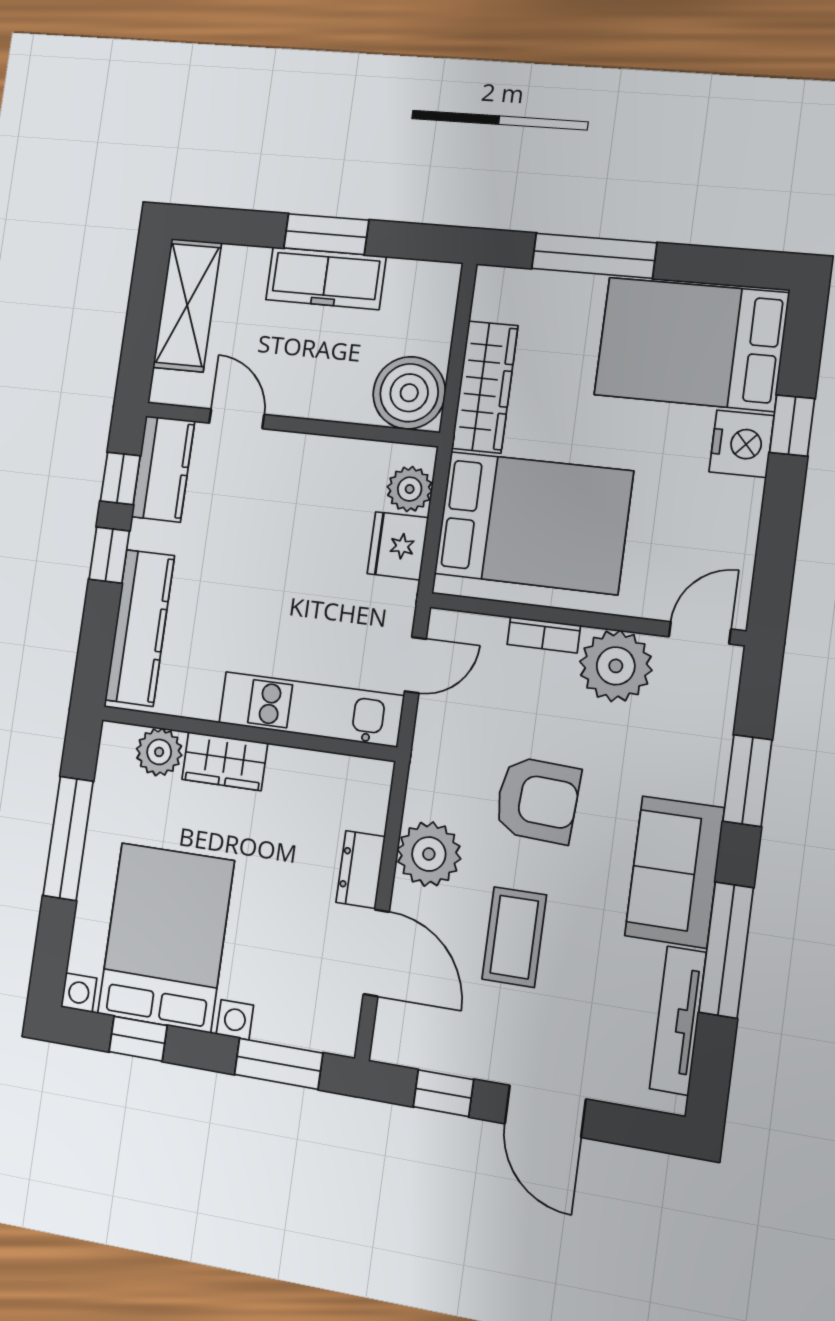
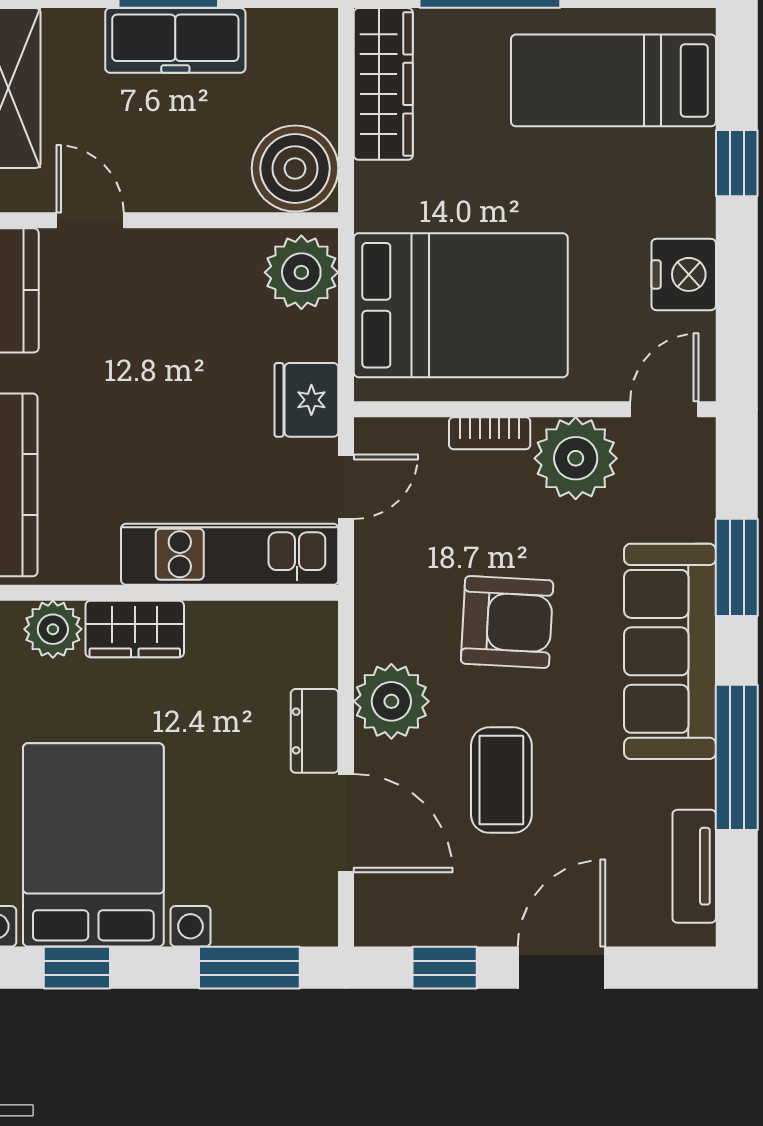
bed: (691, 344) -> (613, 80), width x0.67
wardrobe: (485, 387) -> (383, 84), moved
nightstand: (741, 444) -> (684, 274), moved
plant: (410, 489) -> (301, 272), width x1.36, depth x1.36
fridge: (398, 546) -> (306, 400), moved
sofa: (675, 872) -> (670, 651), width x1.36
tv unit: (678, 1021) -> (694, 866), width x0.71
door: (545, 1111) -> (562, 968), swing flipped

